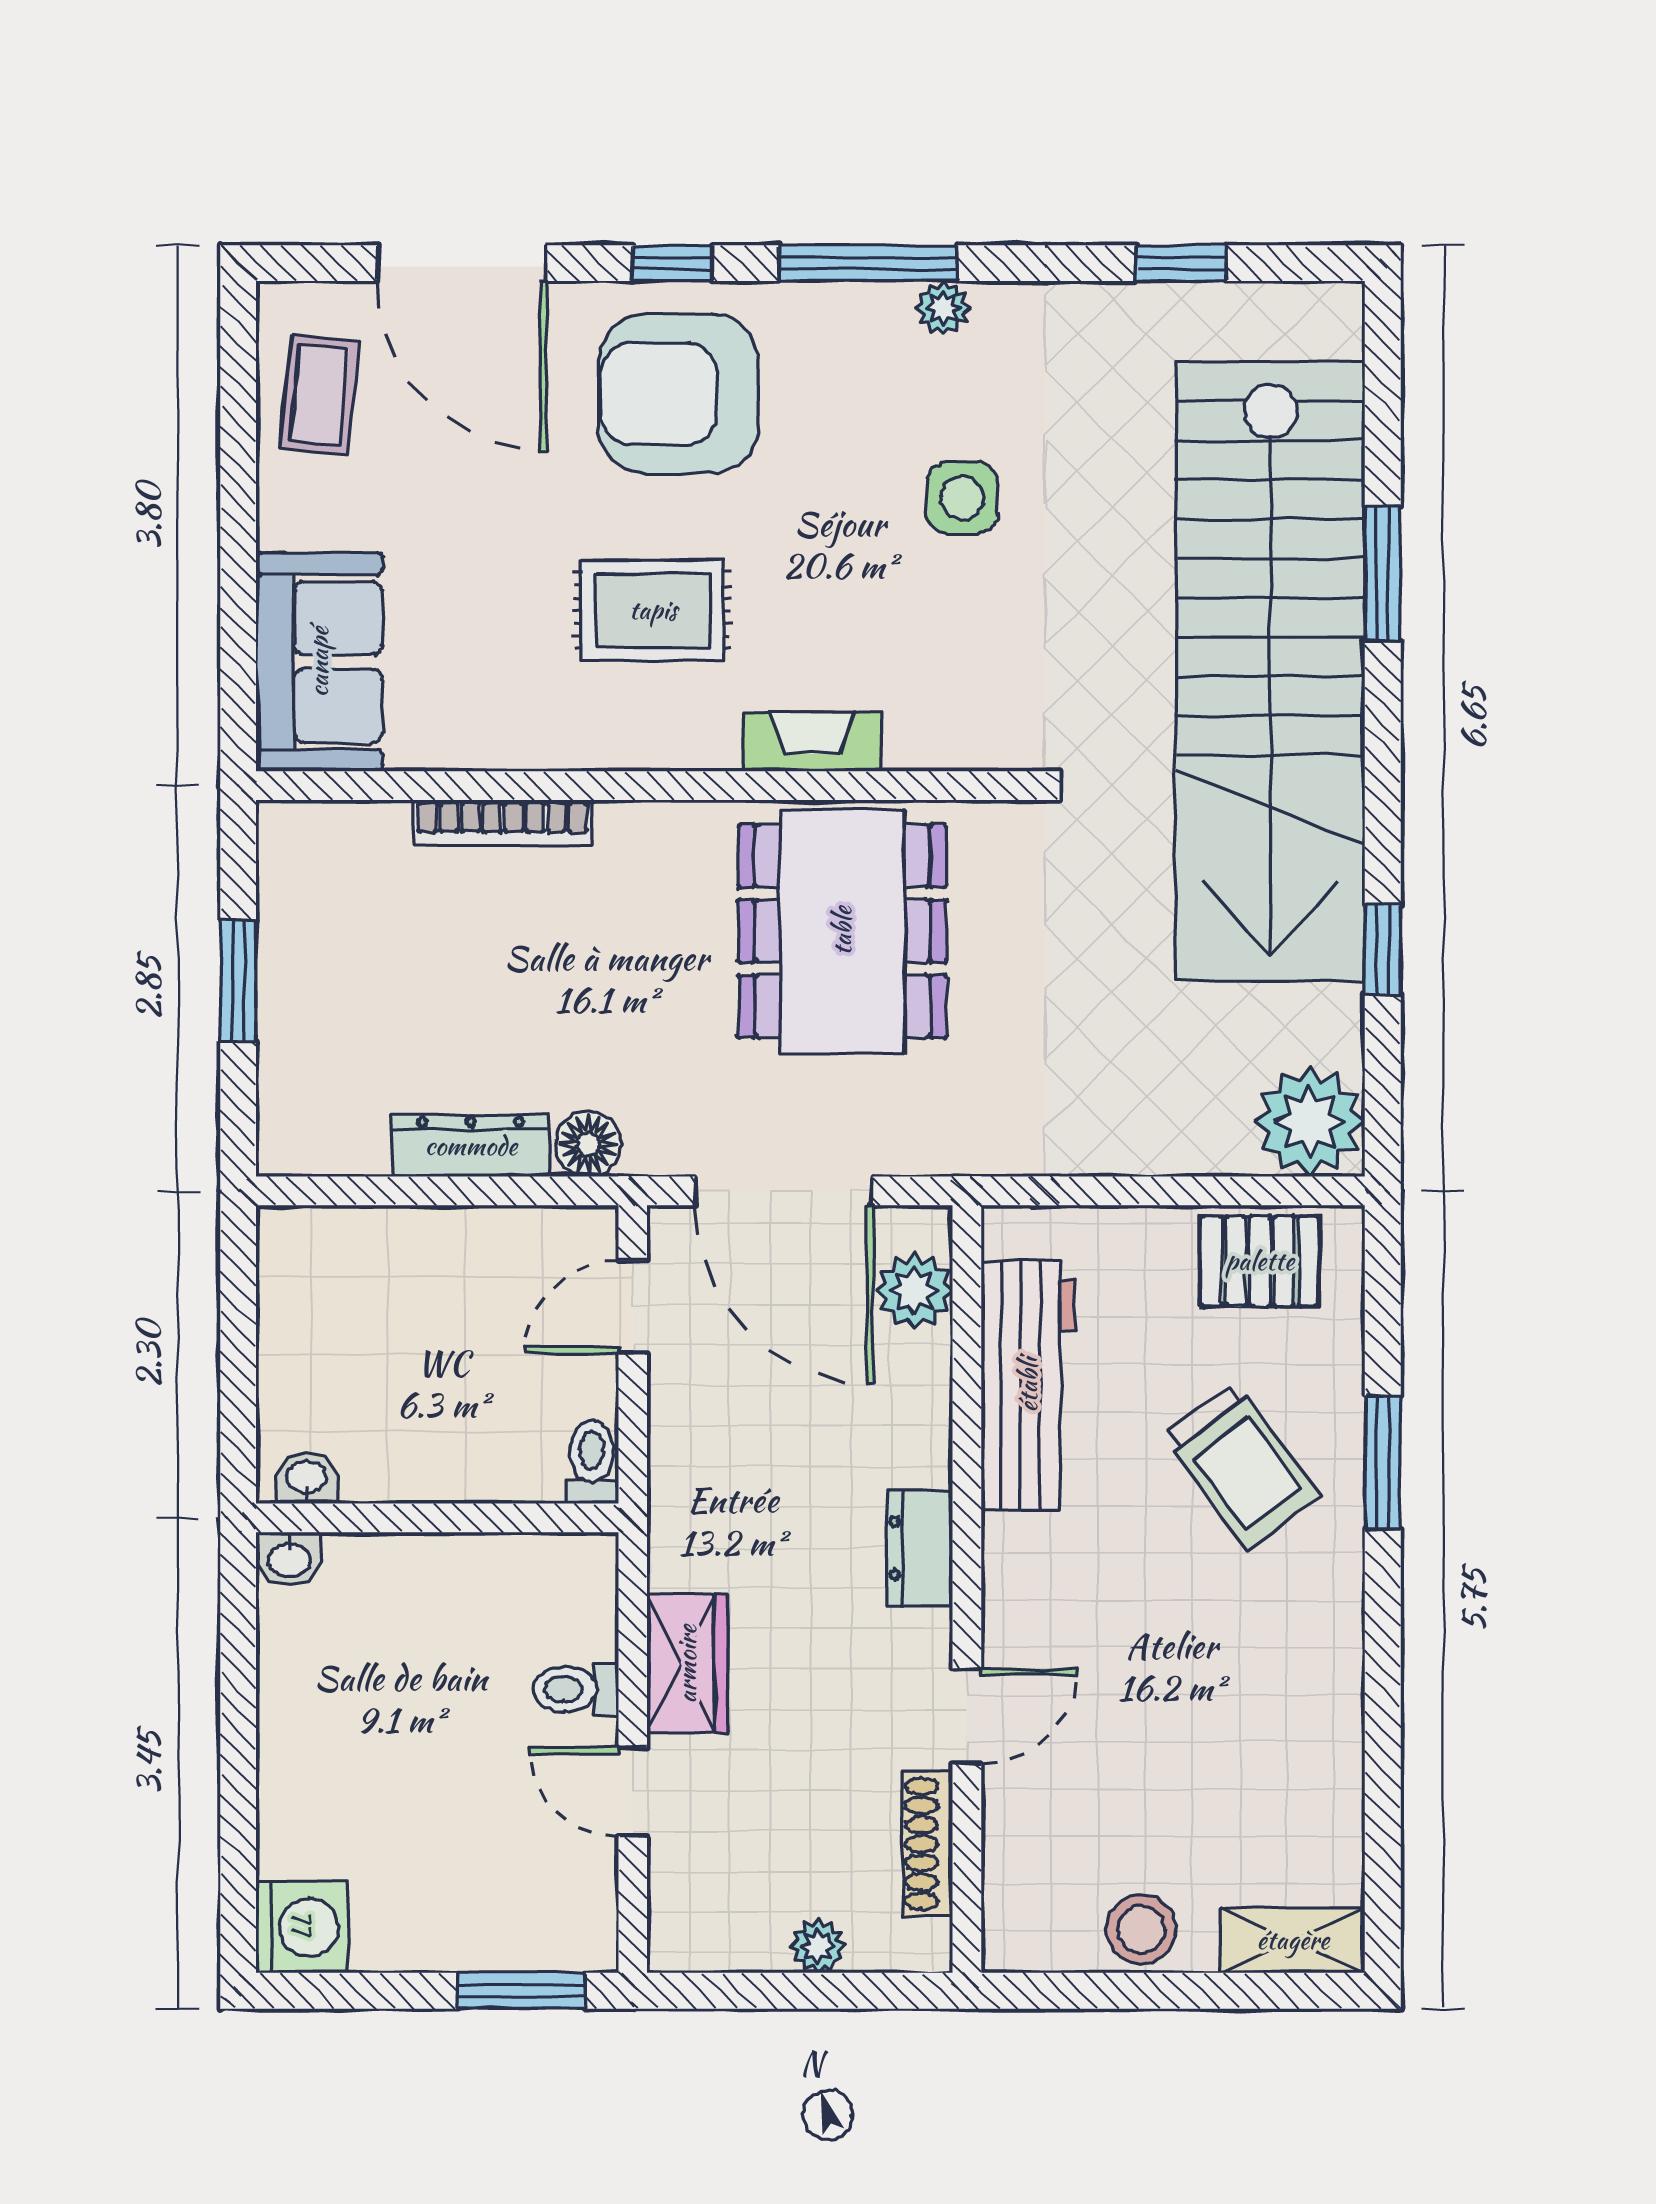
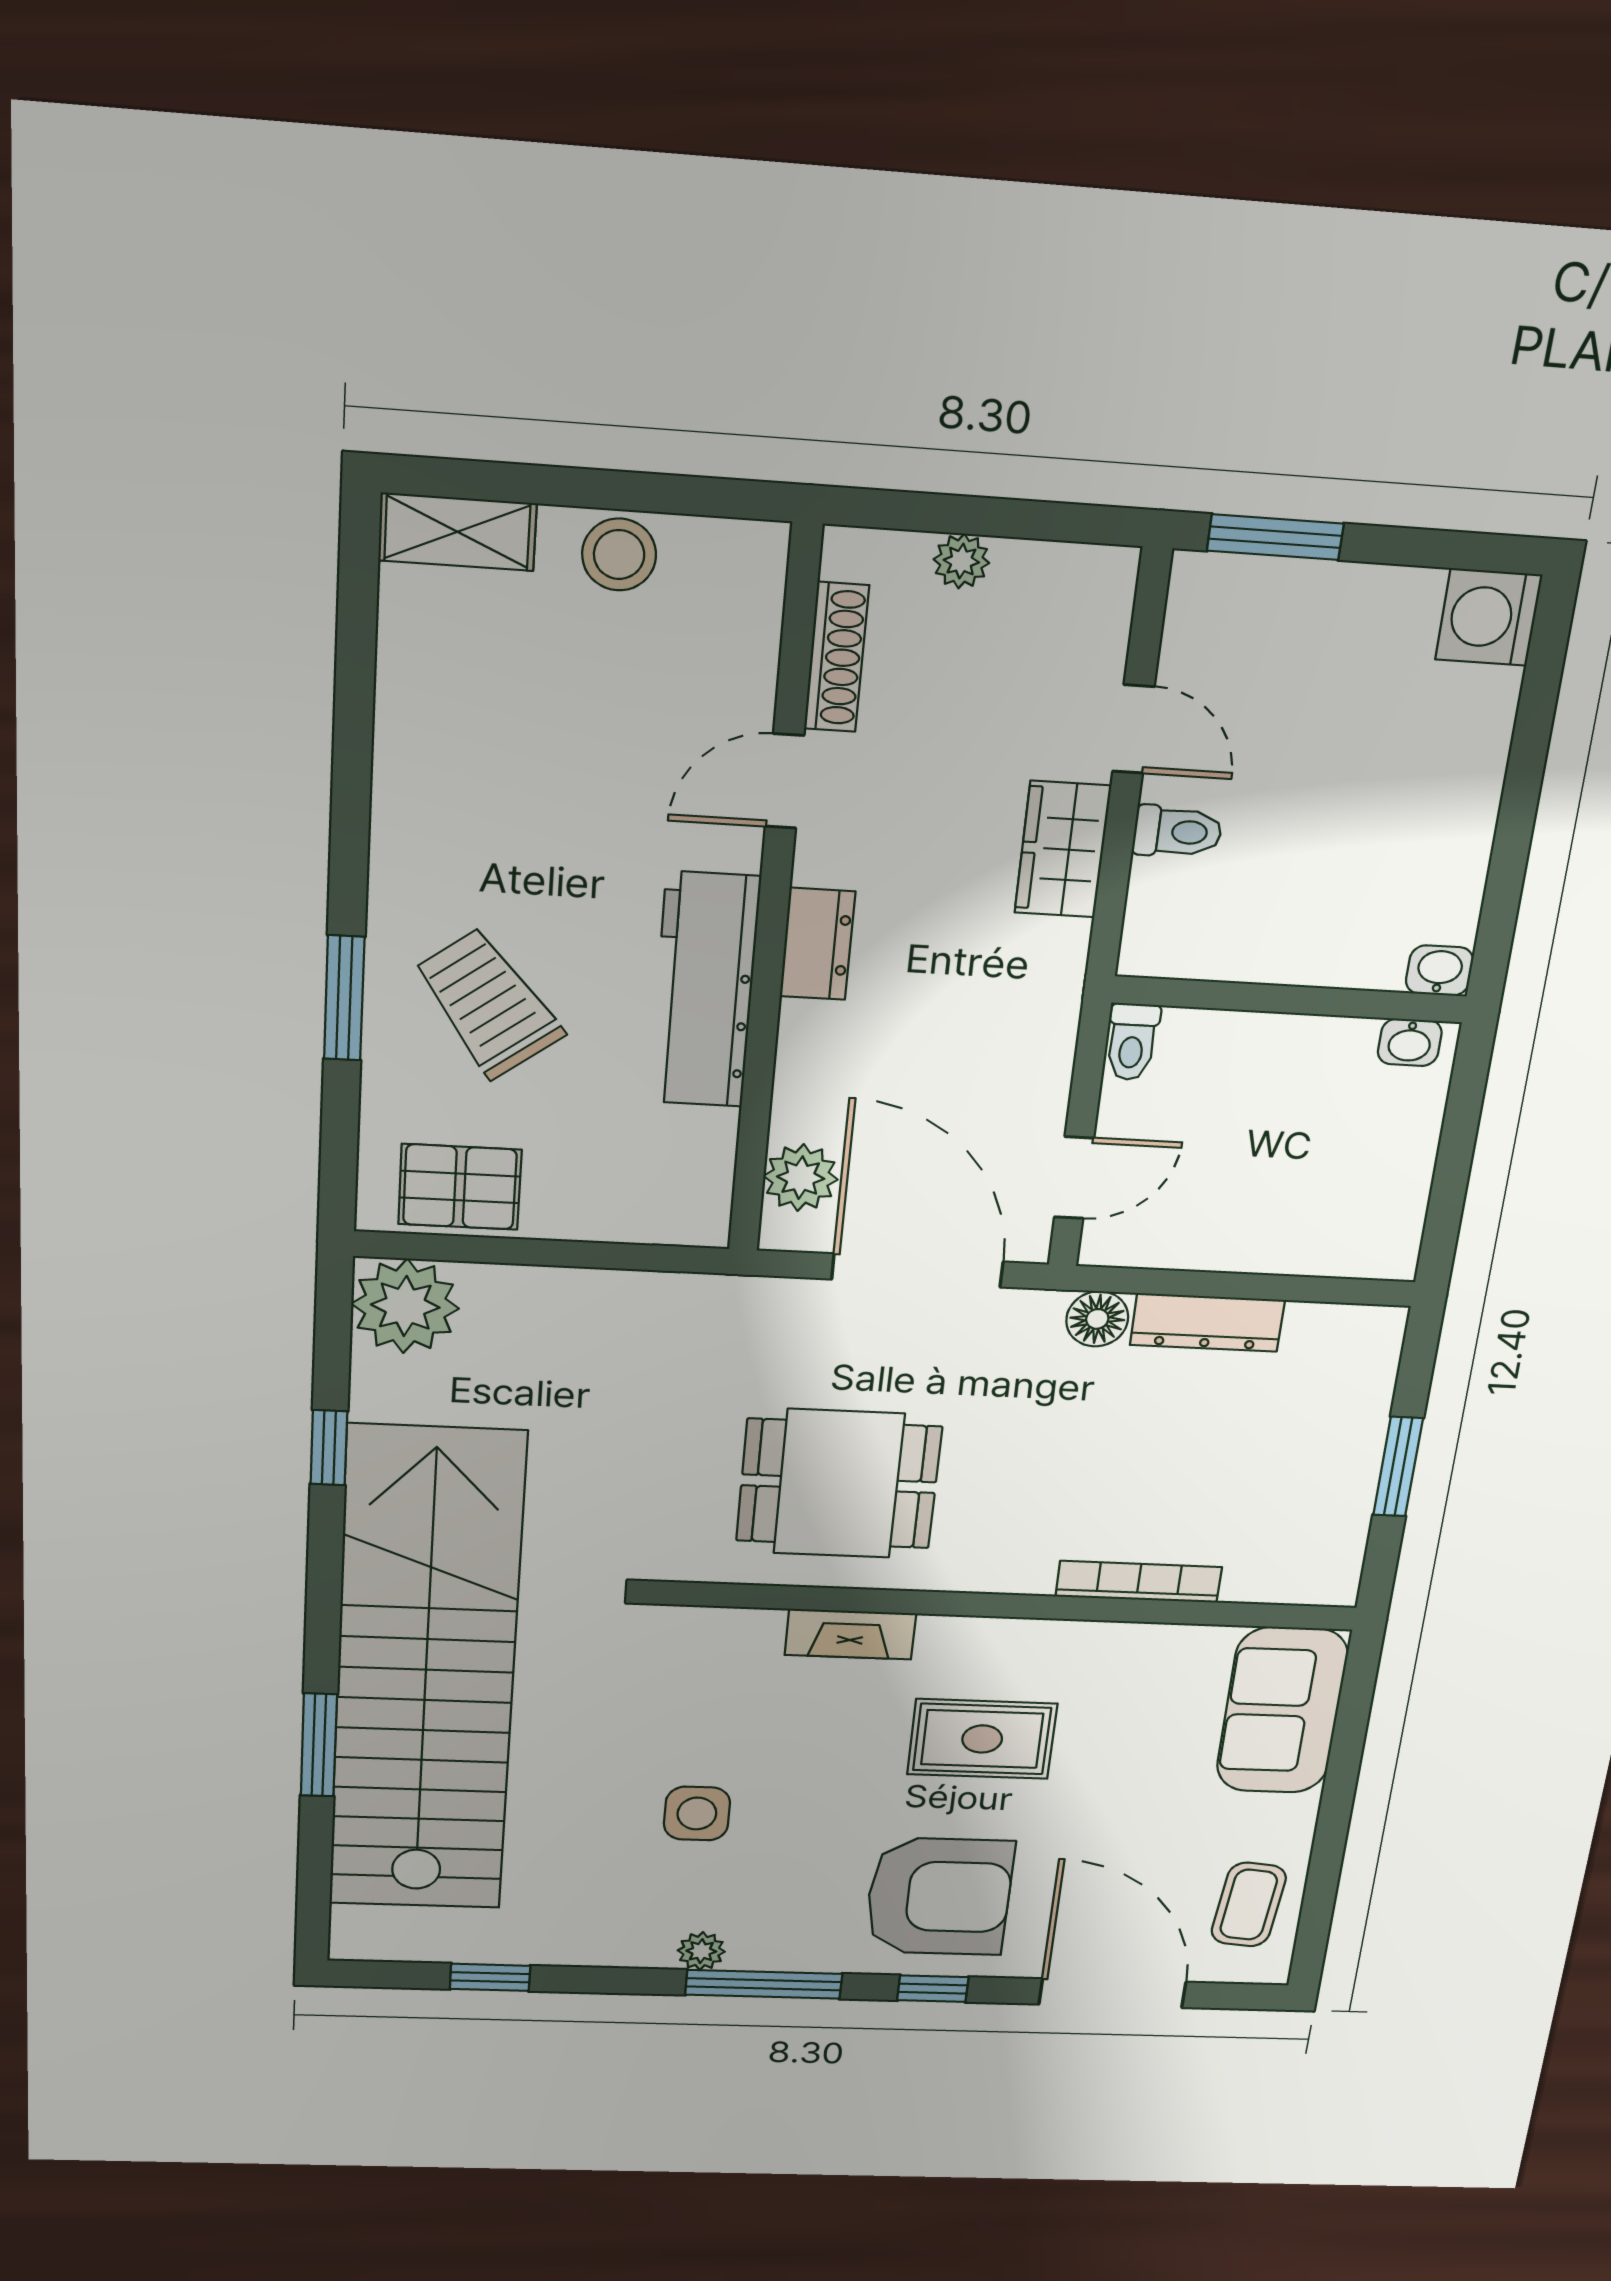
dining table: (842, 931) -> (839, 1484), width x0.73
workbench: (1028, 1385) -> (705, 990), moved

